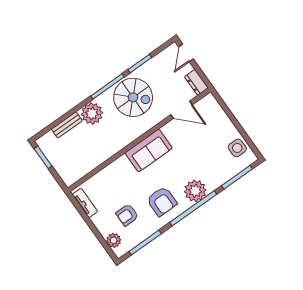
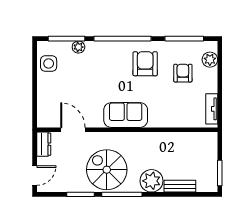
plant: (195, 191) -> (78, 47), moved, width x0.53, depth x0.53
armchair: (127, 215) -> (183, 73), turned -90

